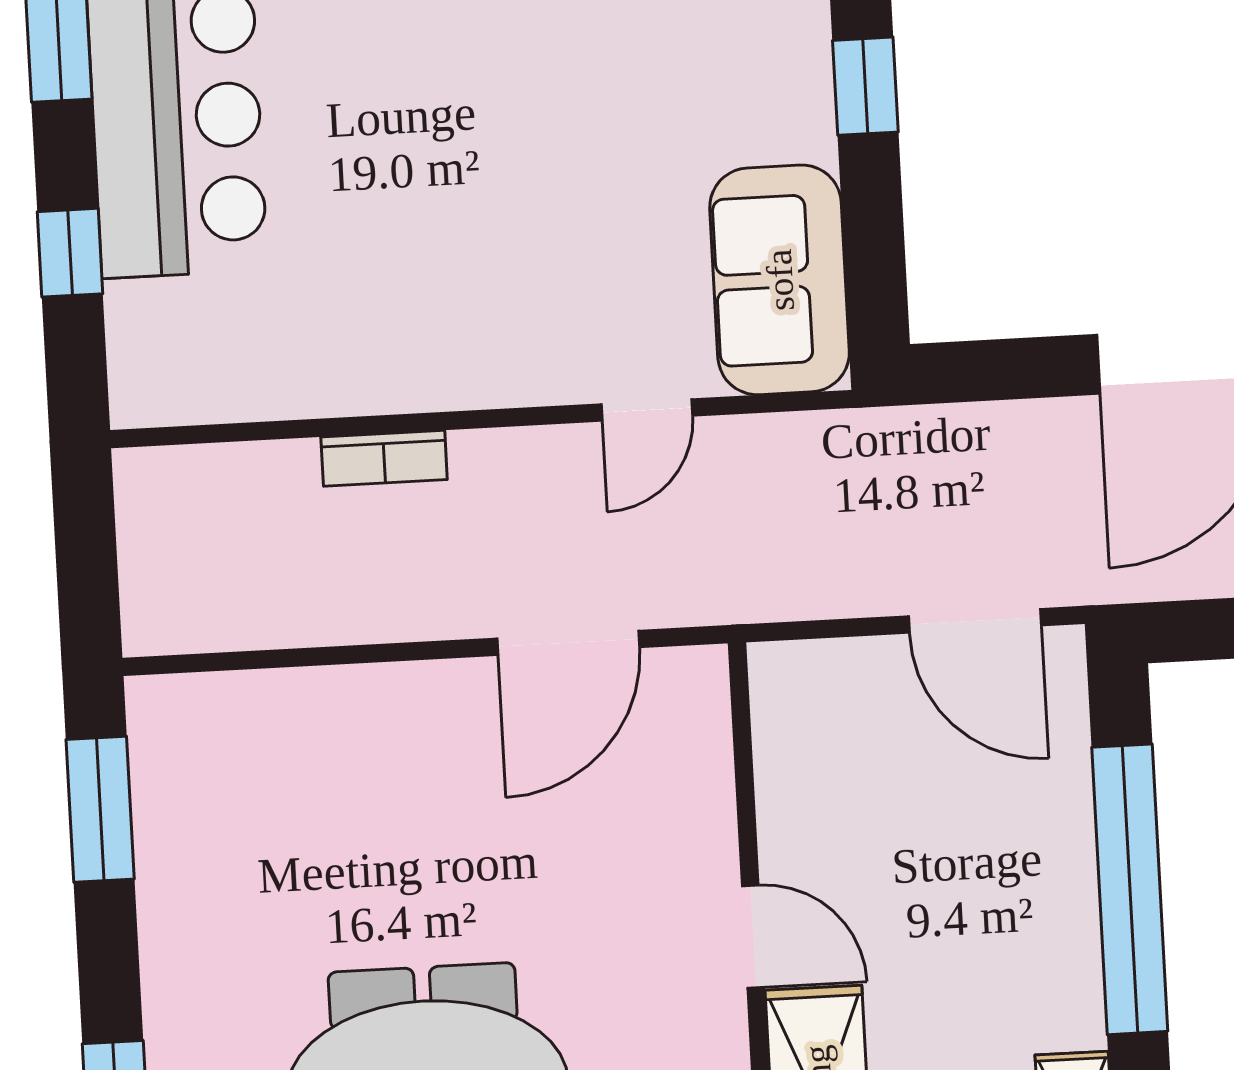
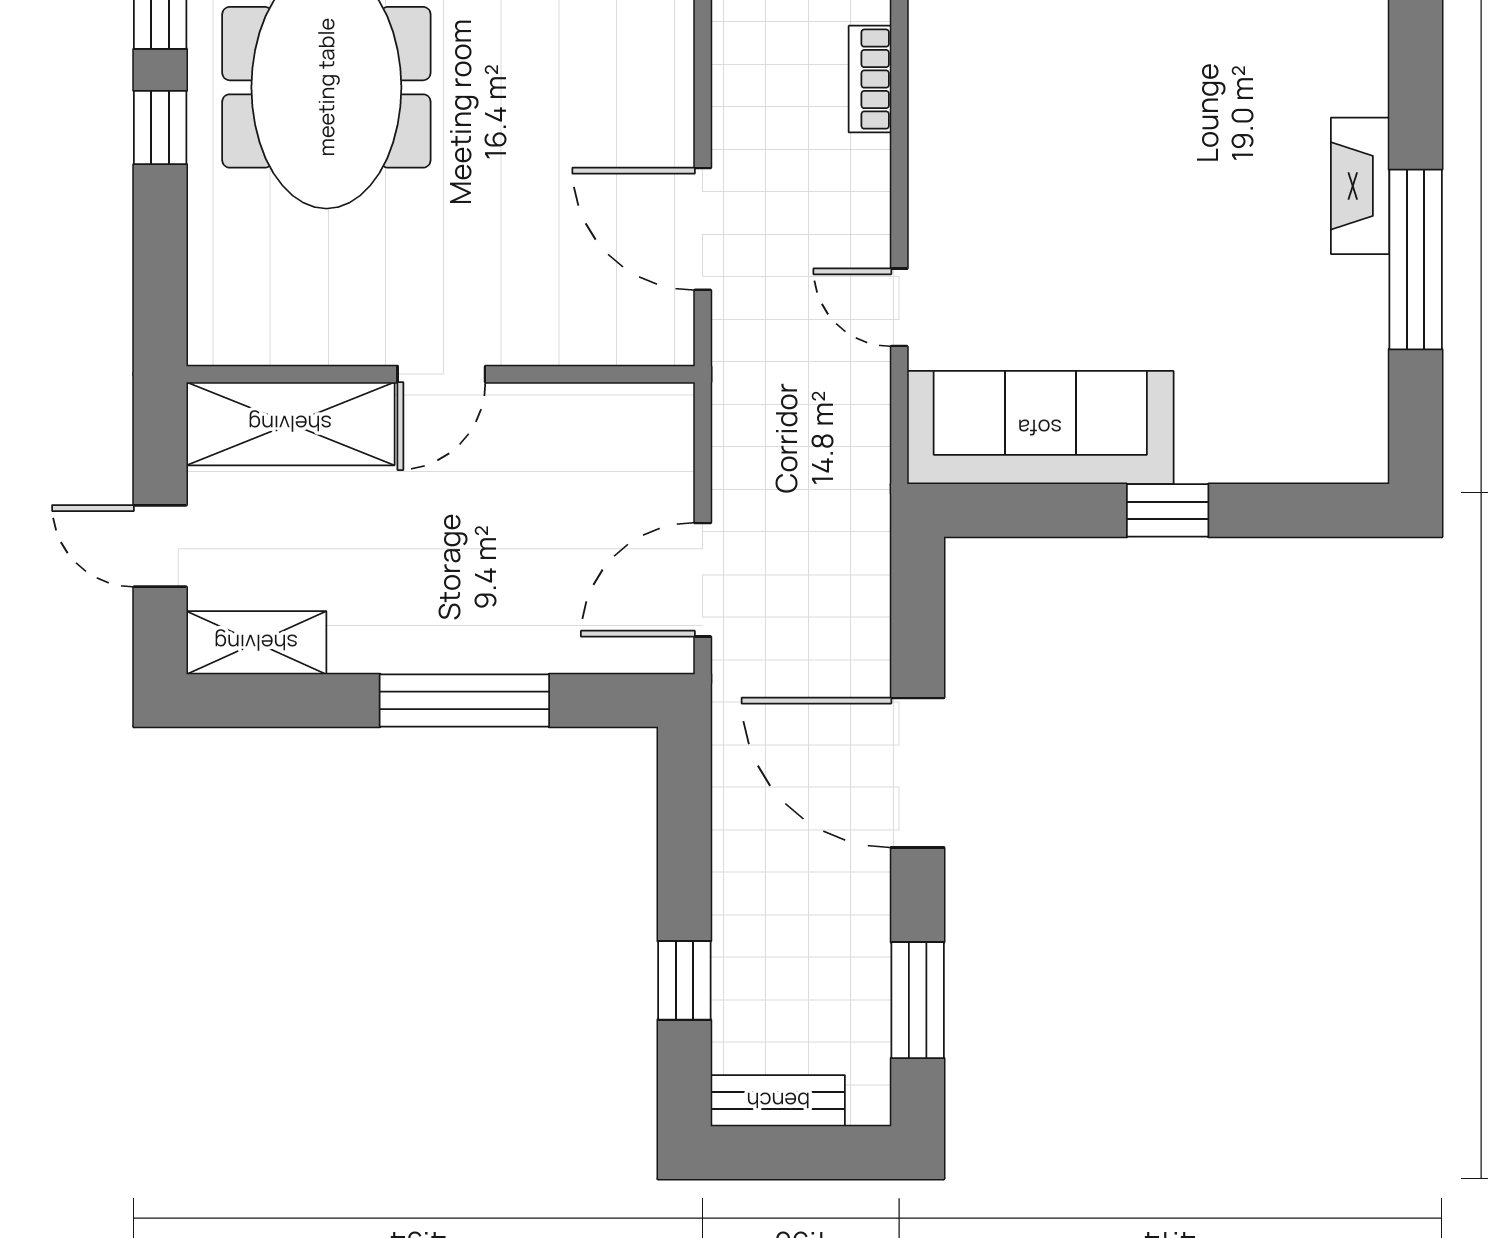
sofa: (780, 280) -> (1040, 428), width x1.36
window: (1130, 889) -> (464, 700), width x0.68

